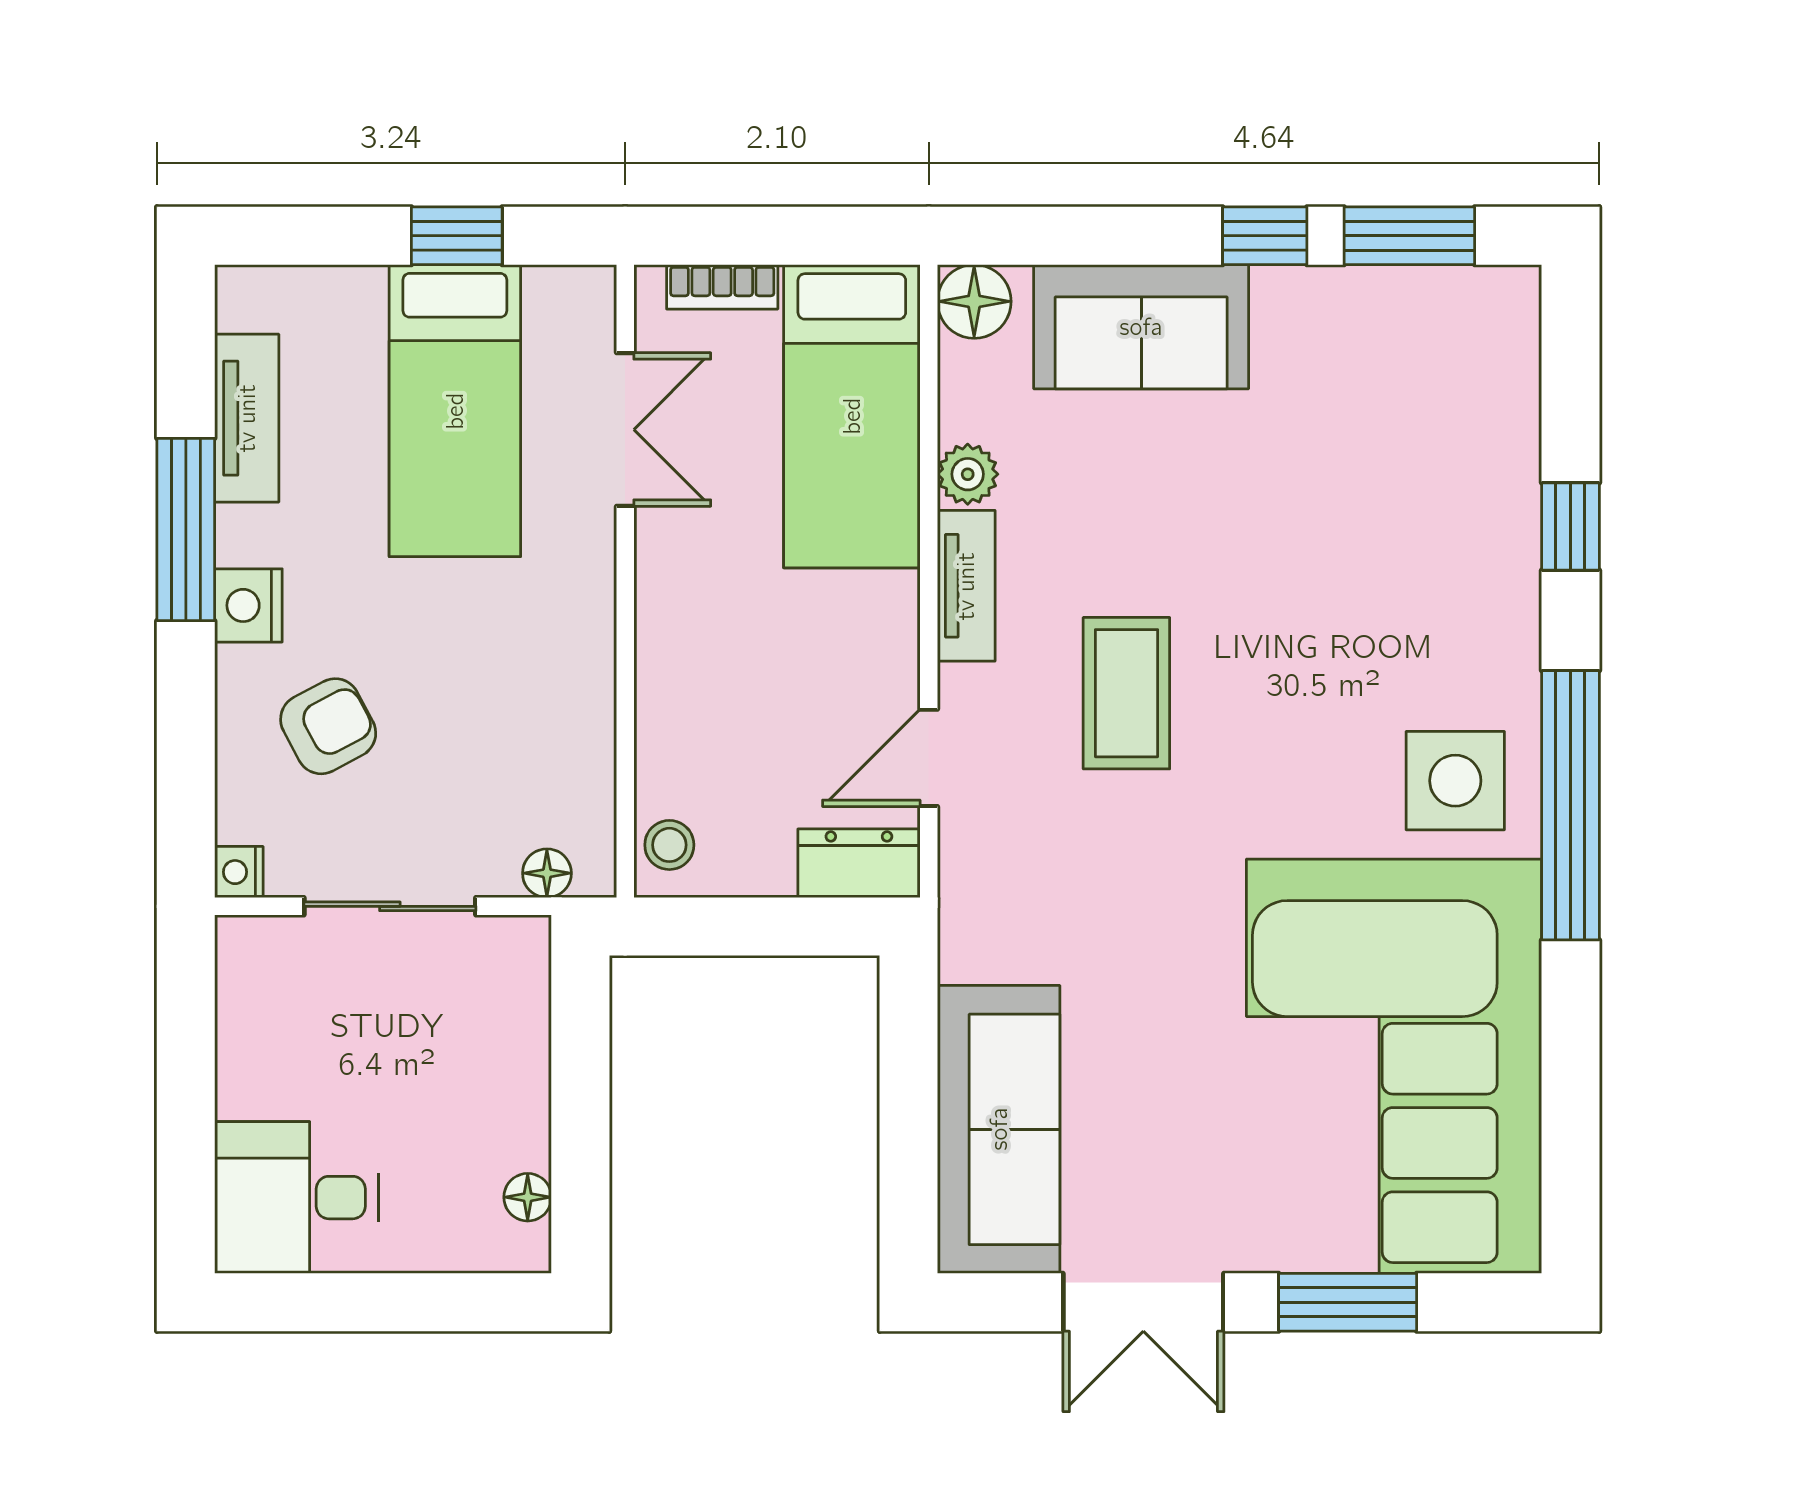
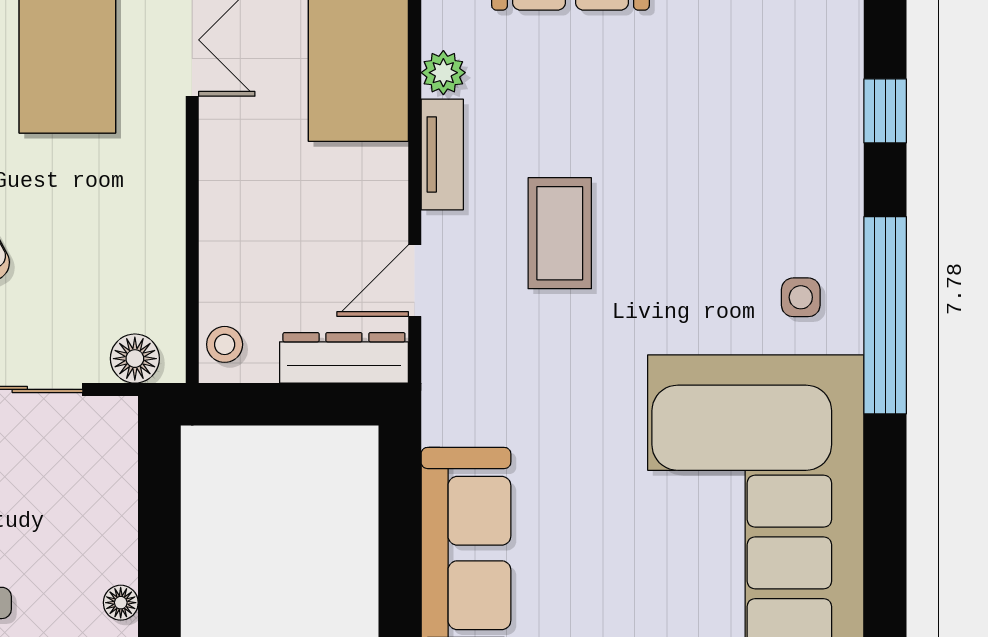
side table: (1455, 781) -> (801, 297), width x0.54, depth x0.54
dresser: (859, 863) -> (344, 358), width x1.44
floor lamp: (547, 873) -> (135, 359), width x1.37, depth x1.37

